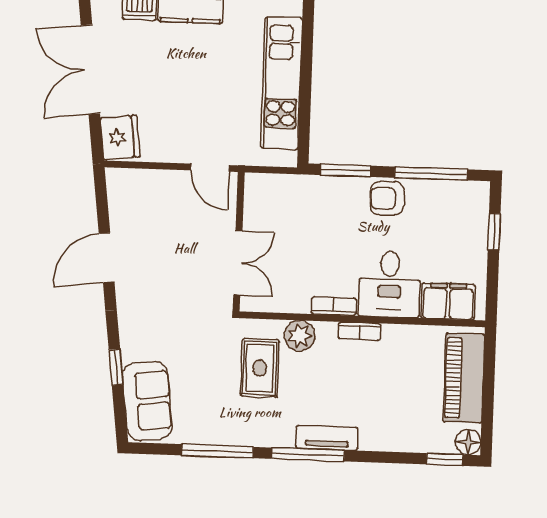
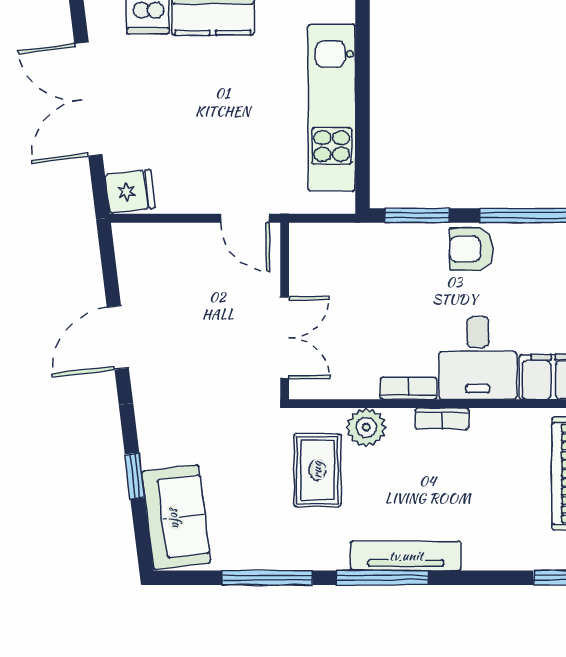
fridge: (120, 137) -> (130, 191), width x0.72
tv unit: (327, 438) -> (406, 556), width x1.41

